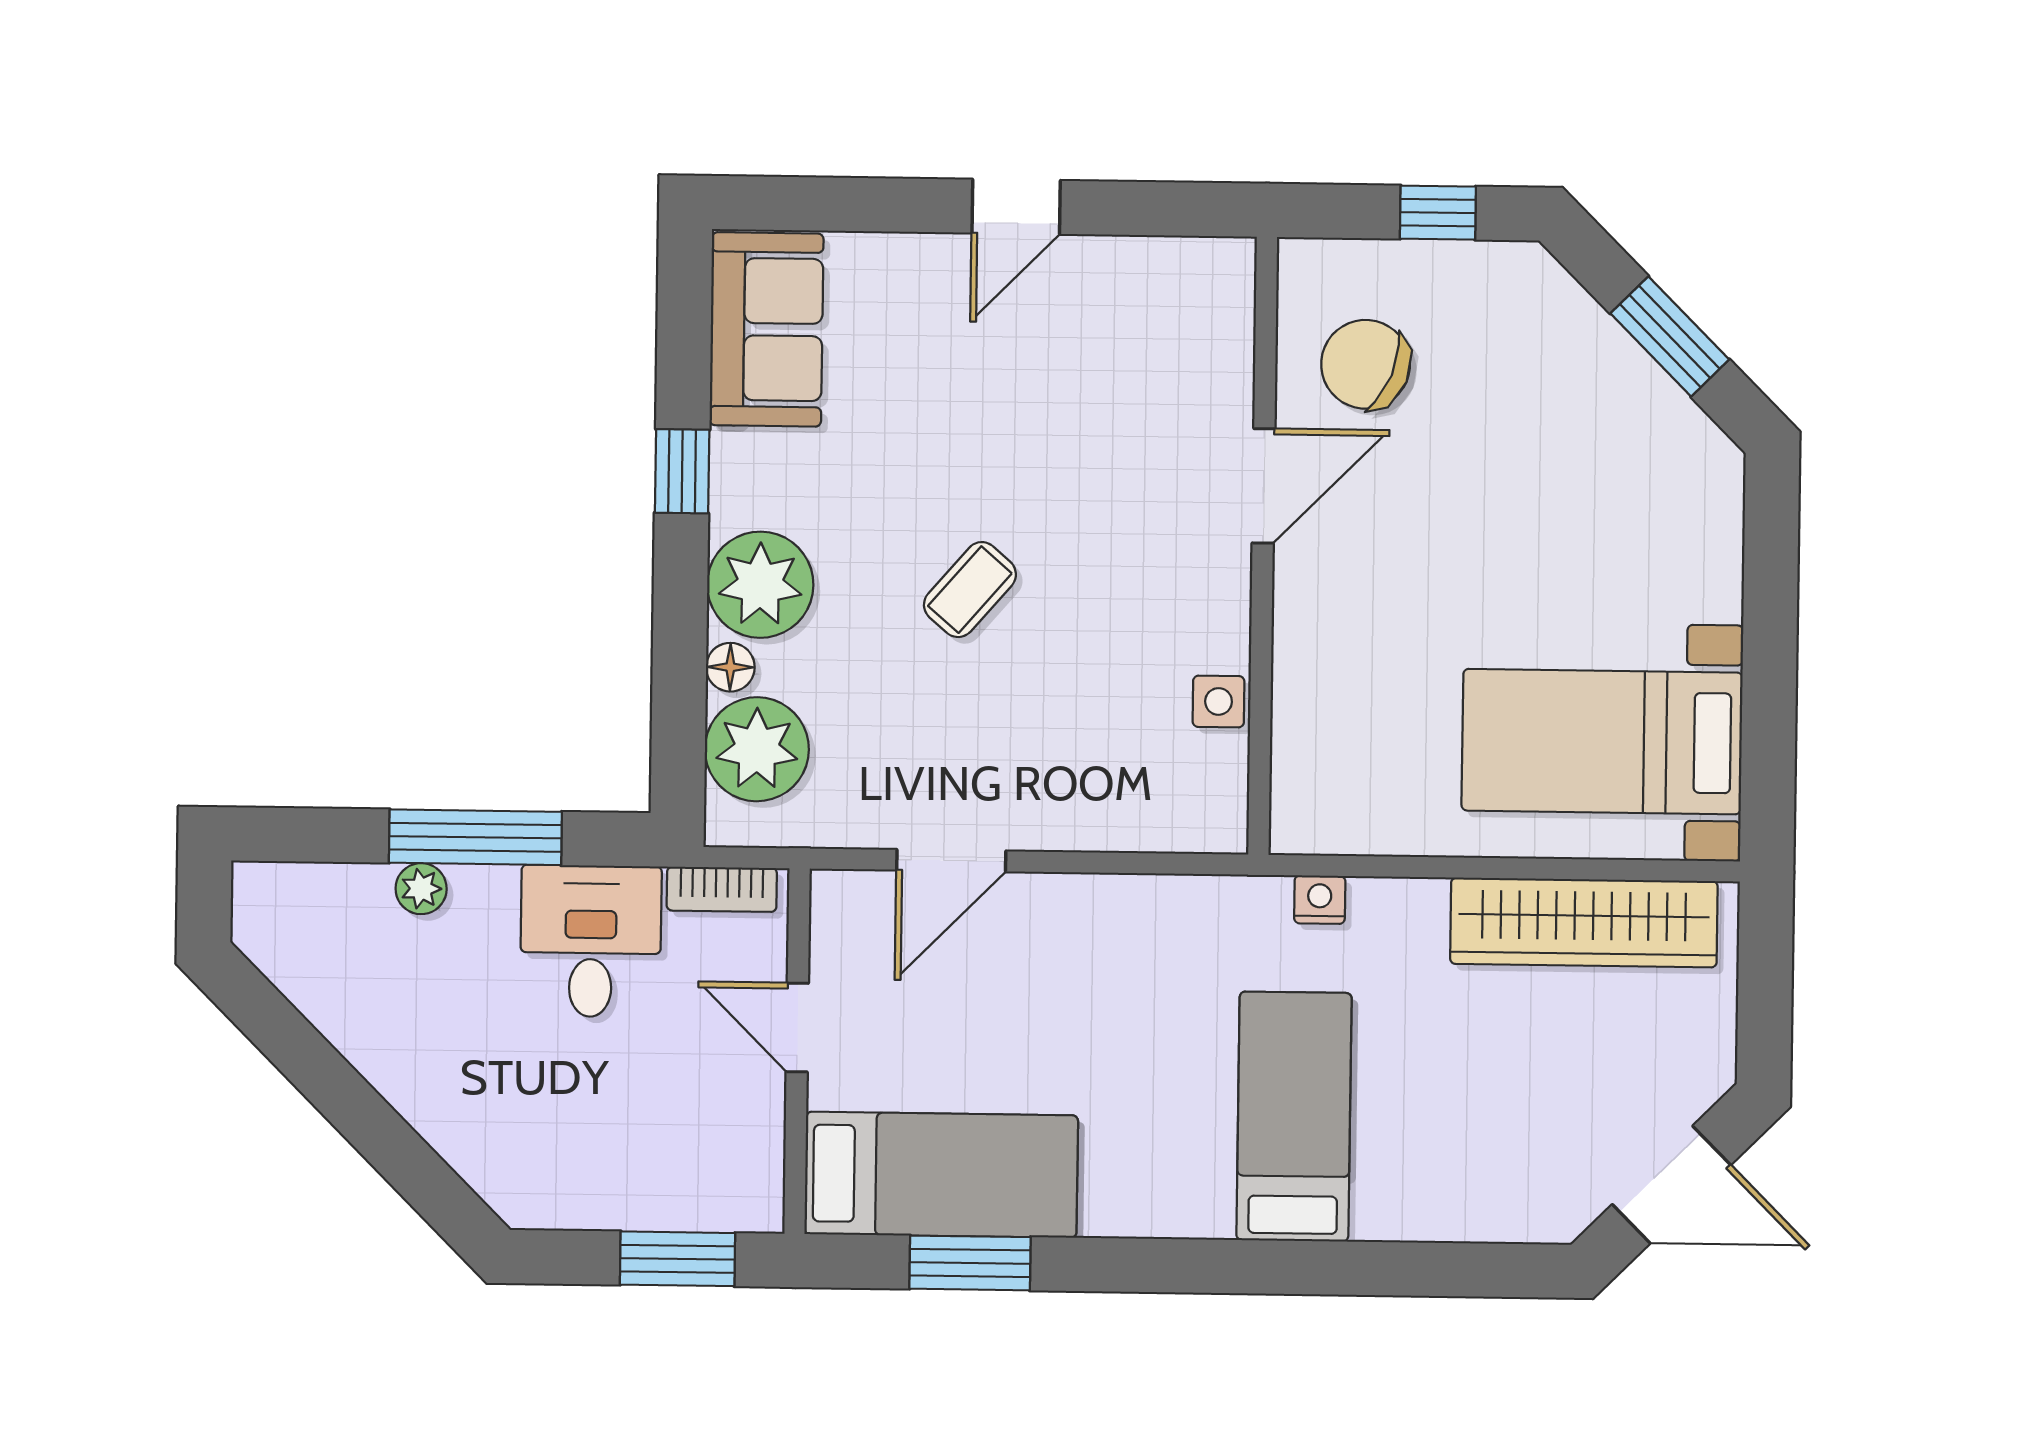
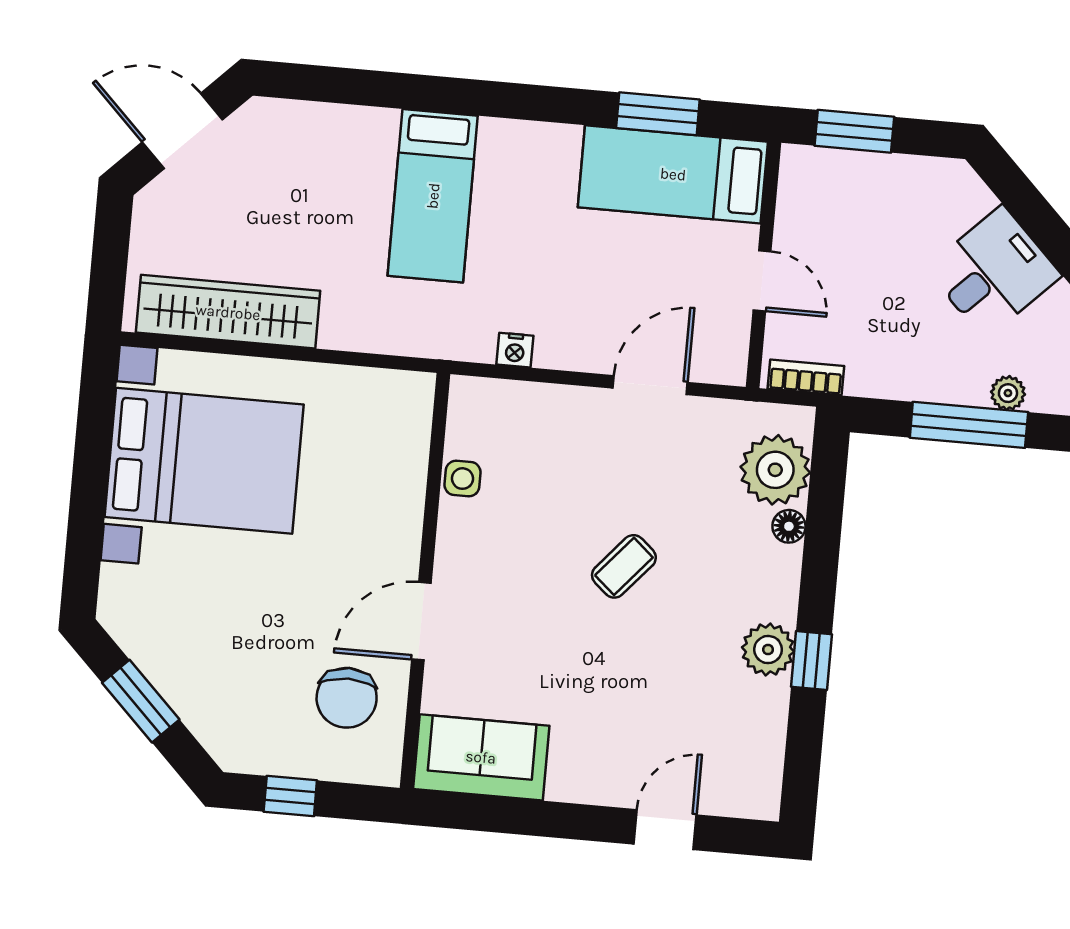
door: (1016, 207) -> (665, 830), moved
sofa: (766, 329) -> (481, 757), moved, turned 90
chair: (1366, 364) -> (347, 698), turned 68
plant: (760, 585) -> (768, 650), moved, width x0.73, depth x0.73
bed with nightstands: (1602, 742) -> (204, 461), width x1.36
nightstand: (1320, 900) -> (515, 350), moved
desk: (591, 941) -> (994, 272), moved, turned -135

